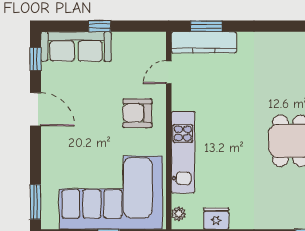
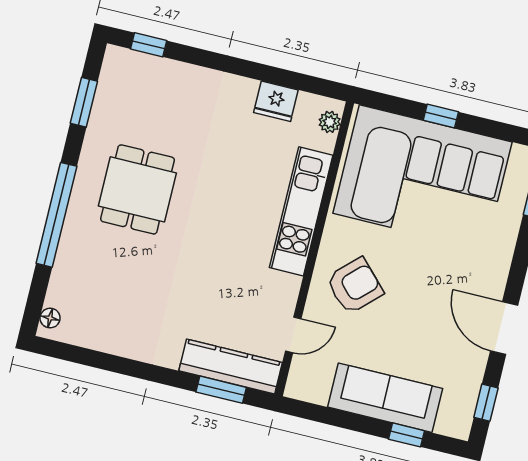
window: (100, 26) -> (407, 435), moved
sofa: (76, 47) -> (385, 398), moved
armchair: (137, 113) -> (355, 286), turned -44

